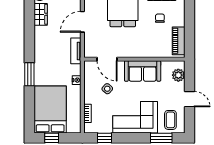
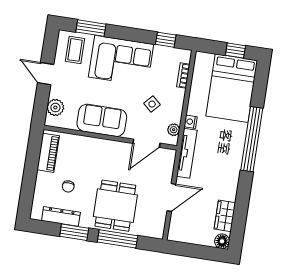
tv unit: (76, 51) -> (187, 153), width x1.41
door: (107, 59) -> (146, 143), swing flipped
plant: (88, 72) -> (174, 130), added
window: (29, 74) -> (252, 139), width x2.11

